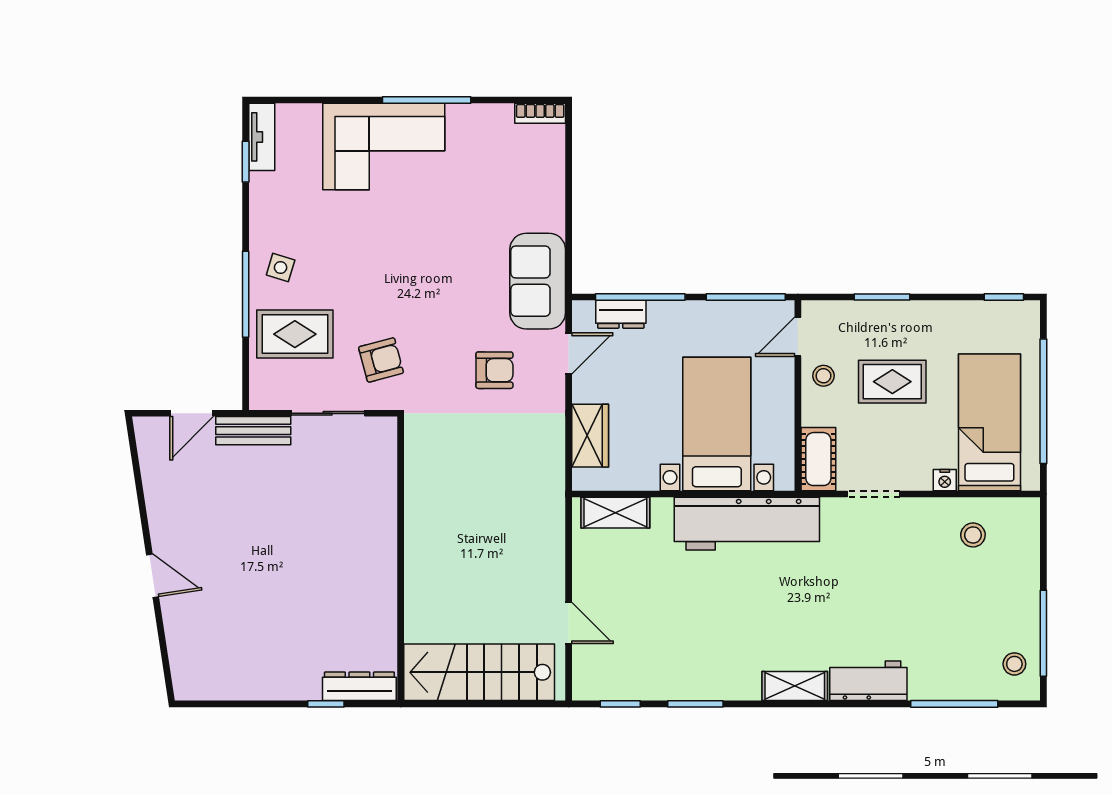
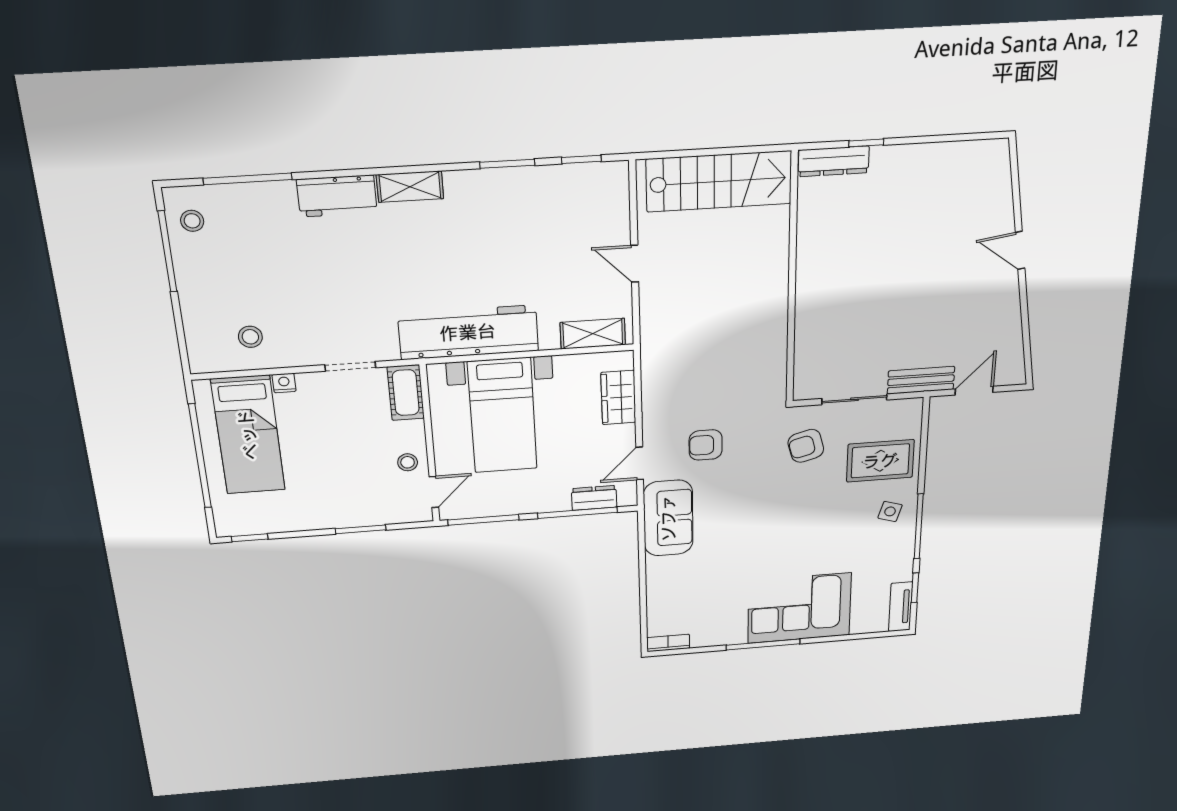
window: (246, 294) -> (919, 527), moved
rug: (892, 382) -> (344, 462), removed
door: (569, 623) -> (635, 264), moved

